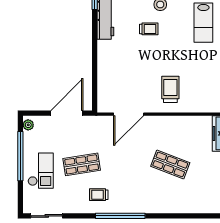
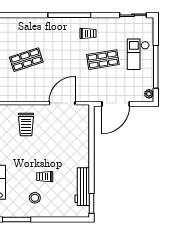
shop shelf: (170, 164) -> (26, 60), turned -39

